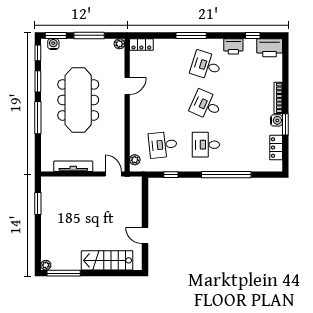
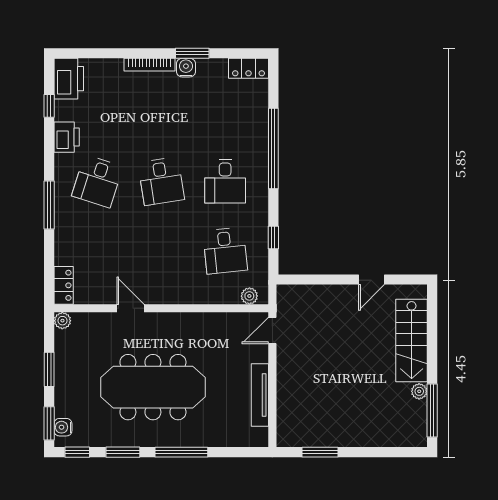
window: (89, 35) -> (49, 369), width x0.69
desk: (206, 105) -> (161, 181), turned -33
locker: (276, 148) -> (249, 68), moved
plant: (46, 265) -> (419, 391), moved

